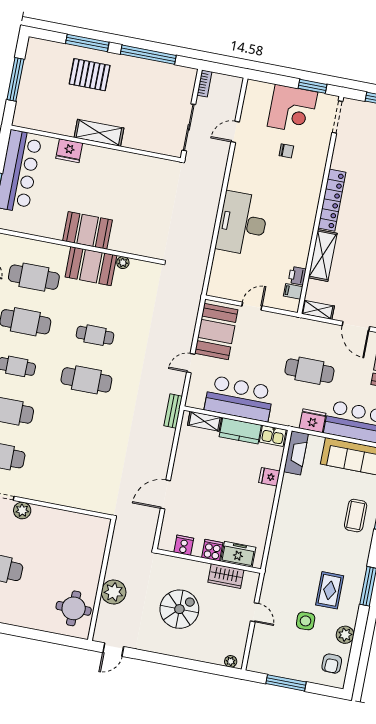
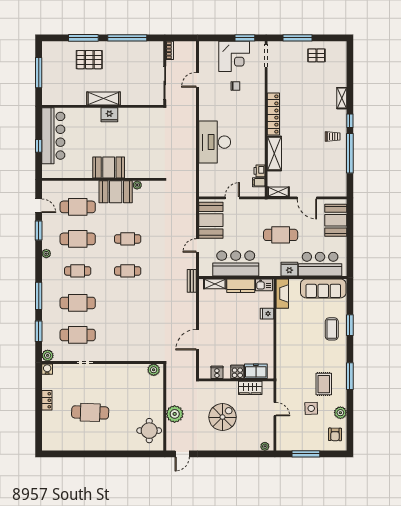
fridge: (69, 151) -> (109, 115), moved
cafe table: (86, 380) -> (128, 271), width x0.73, depth x0.74
plant: (22, 510) -> (154, 370), moved

